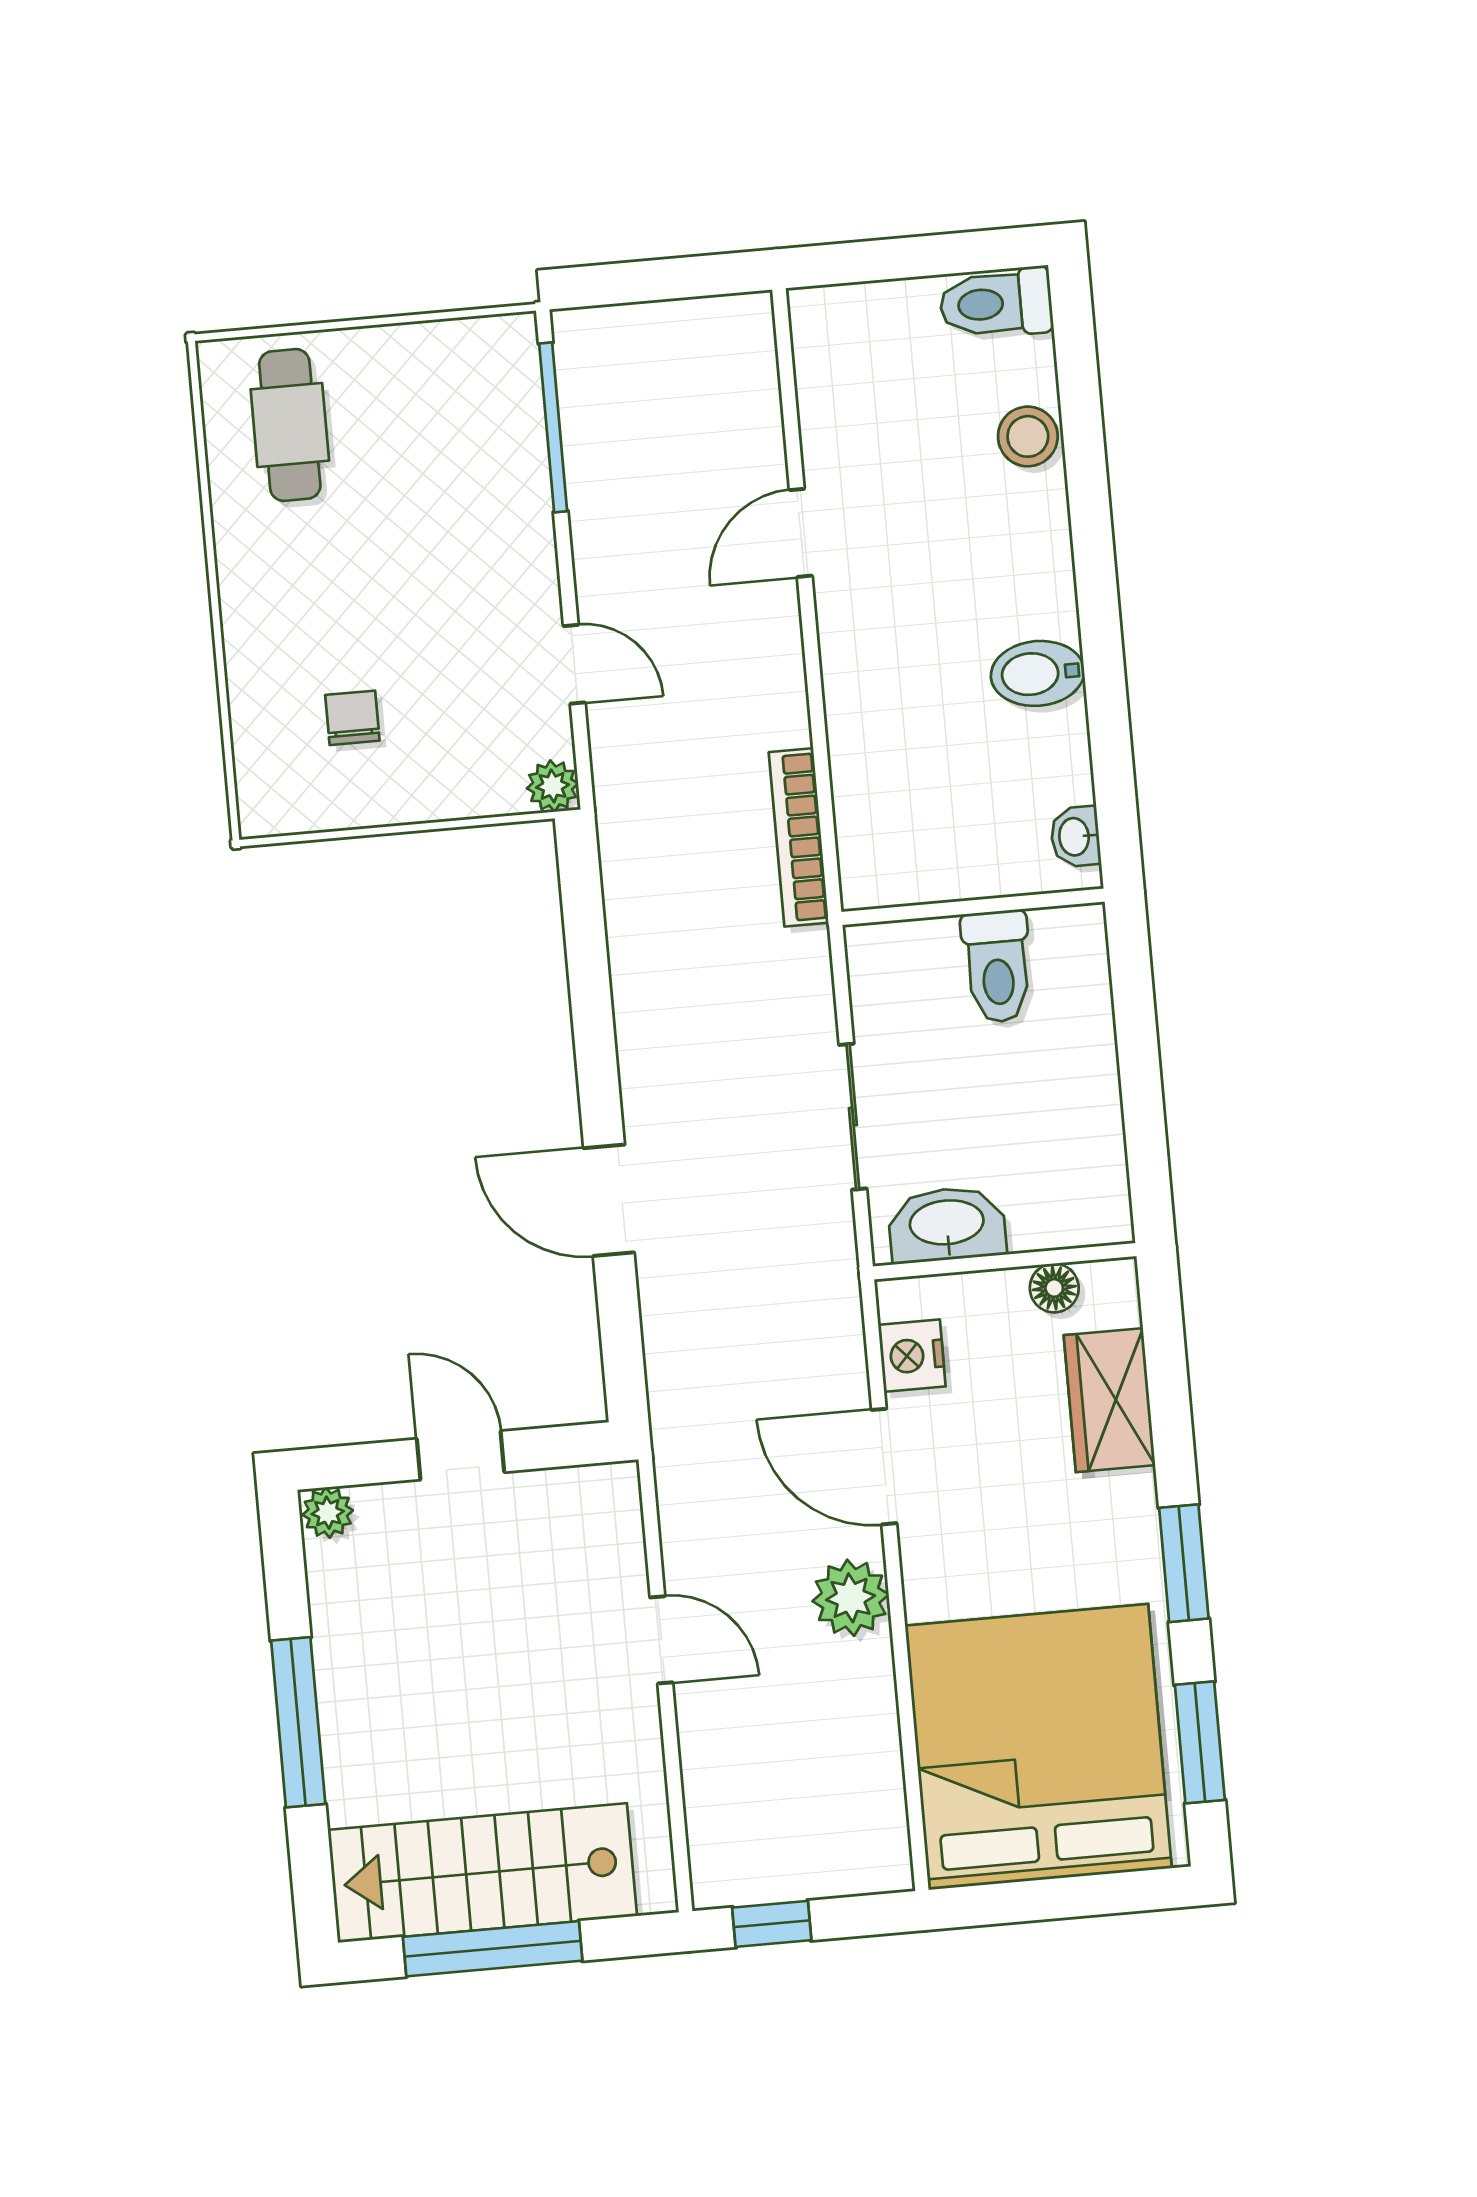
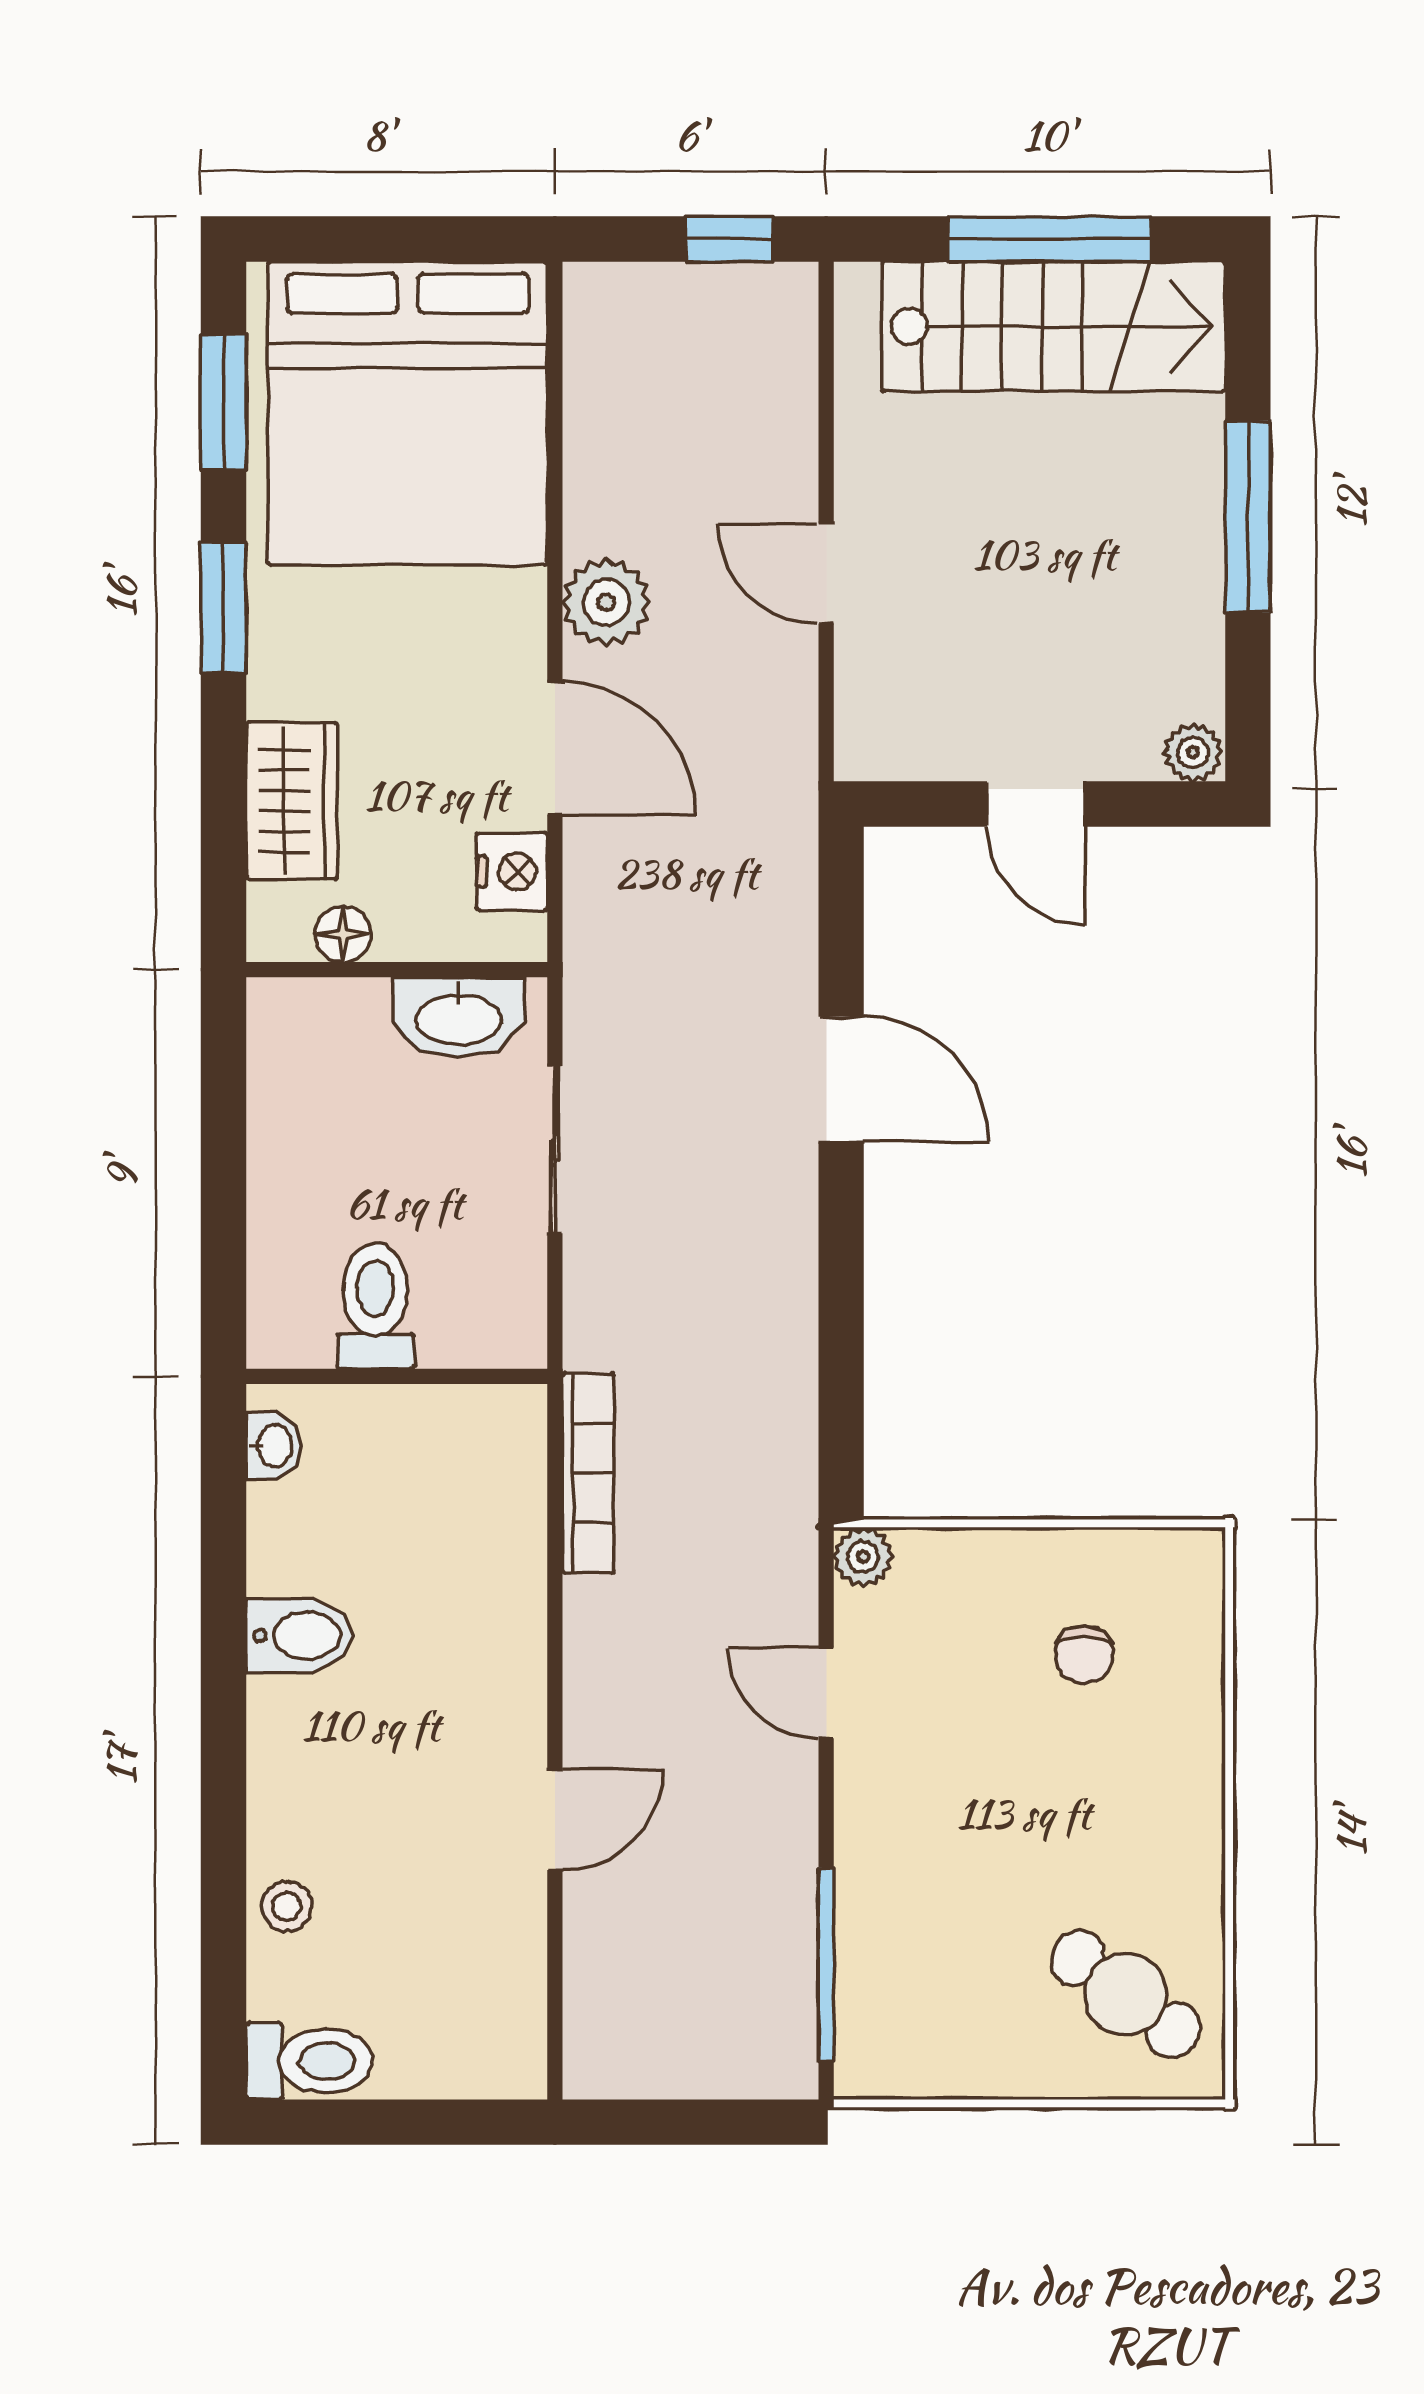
cafe table: (290, 425) -> (1126, 1994), turned -53
stool: (1028, 436) -> (287, 1906), width x0.73, depth x0.73

